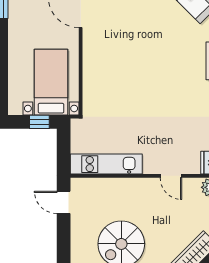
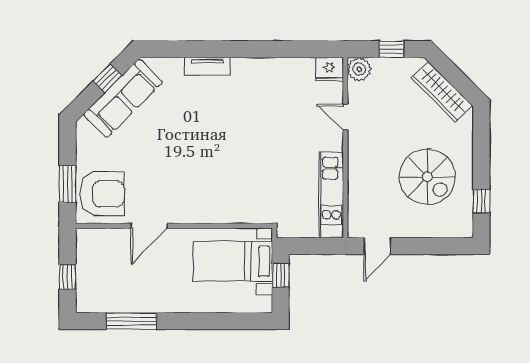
door: (171, 176) -> (345, 117), swing flipped

